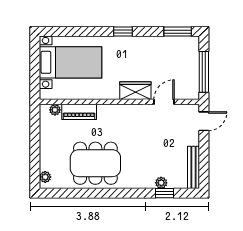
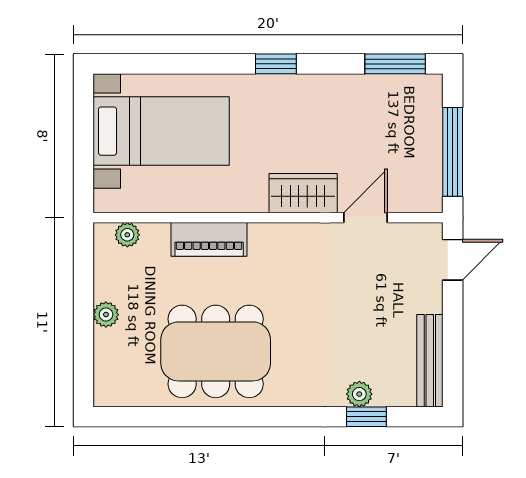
piano: (79, 112) -> (209, 239), moved
plant: (45, 177) -> (106, 315), moved

